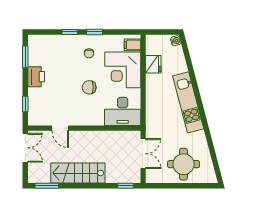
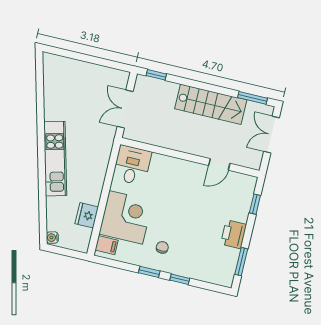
chair: (89, 87) -> (172, 206), removed
desk: (123, 111) -> (132, 165), width x0.73
door: (60, 128) -> (219, 164), swing flipped
double door: (25, 148) -> (271, 135), moved
round table: (184, 164) -> (79, 84), removed

